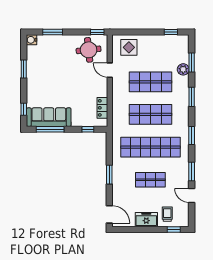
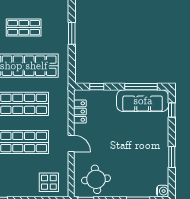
door: (110, 70) -> (71, 143), moved

